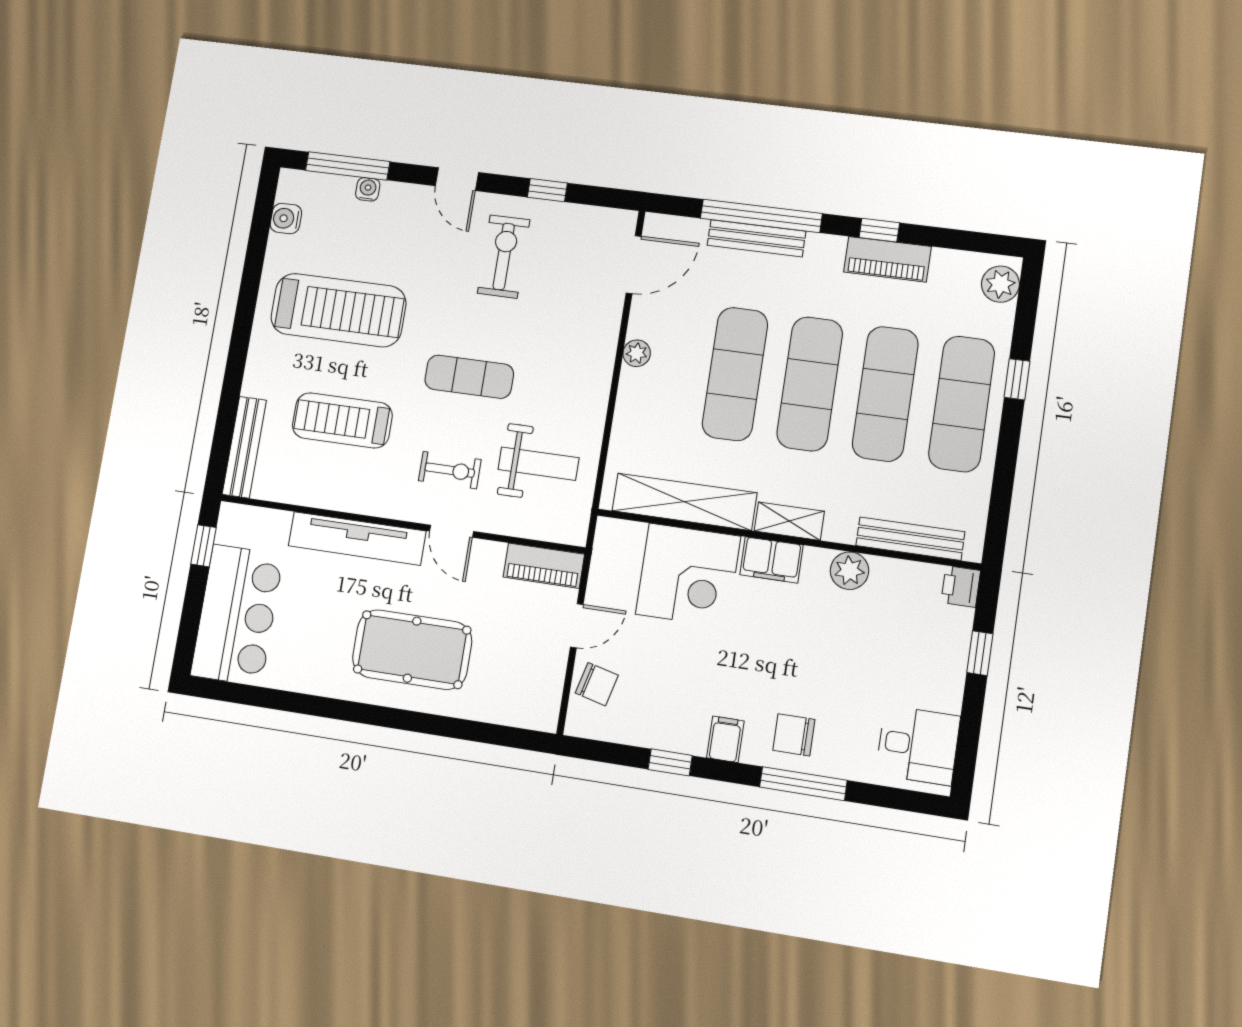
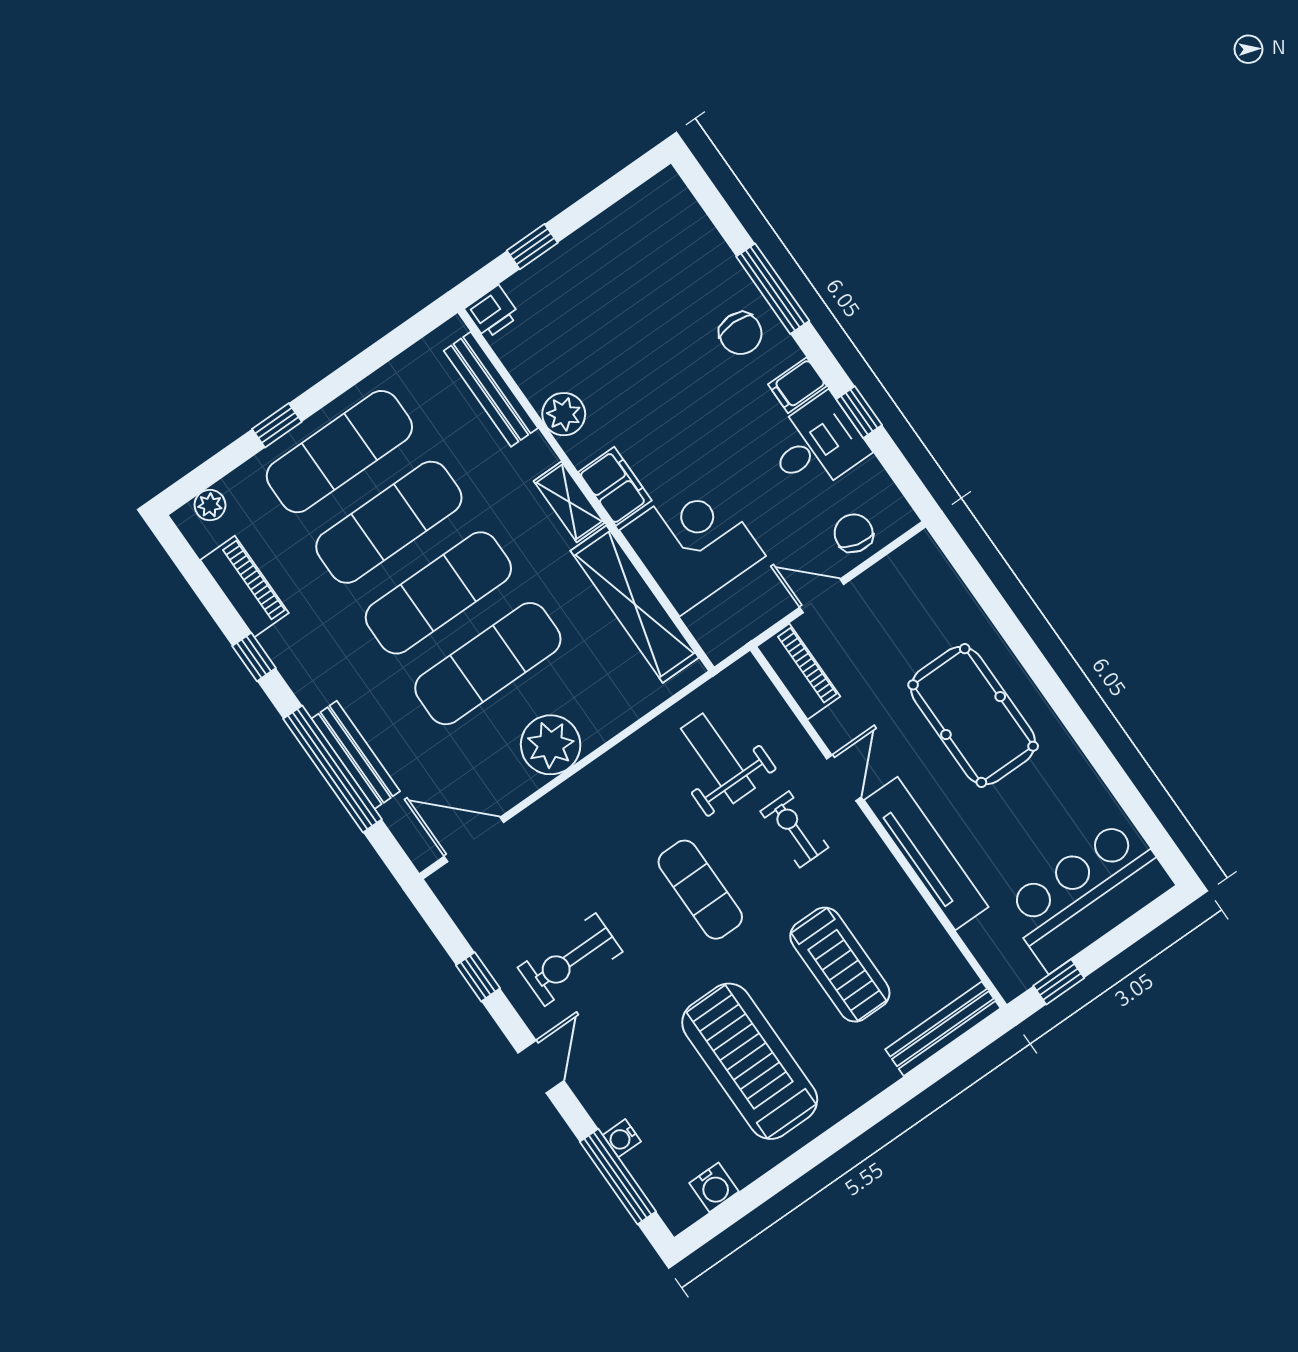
piano: (887, 259) -> (245, 587), moved
plant: (1000, 284) -> (210, 505), width x0.73, depth x0.73
plant: (637, 353) -> (551, 745), width x1.88, depth x1.88
desk: (918, 745) -> (817, 445), moved, turned 90

